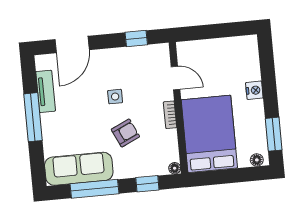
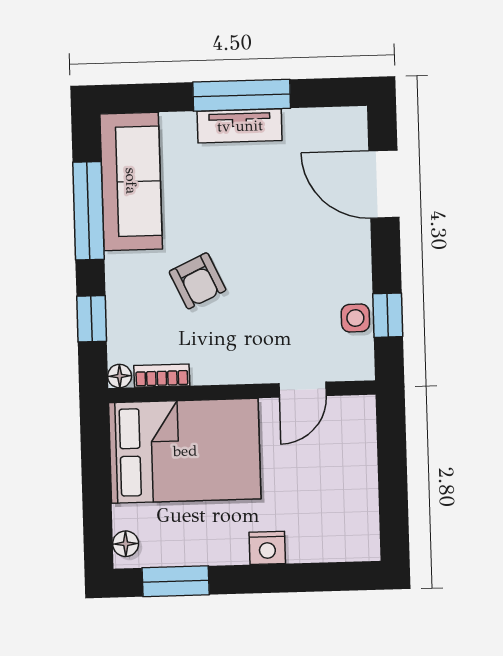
tv unit: (46, 91) -> (240, 126), moved
side table: (115, 97) -> (355, 318), moved
bookcase: (170, 115) -> (162, 376), moved

